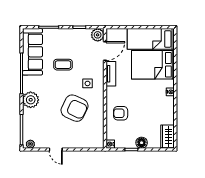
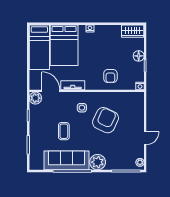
sofa: (32, 52) -> (67, 160), moved

